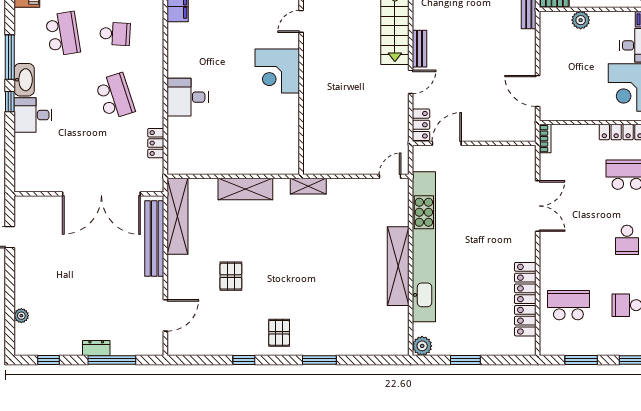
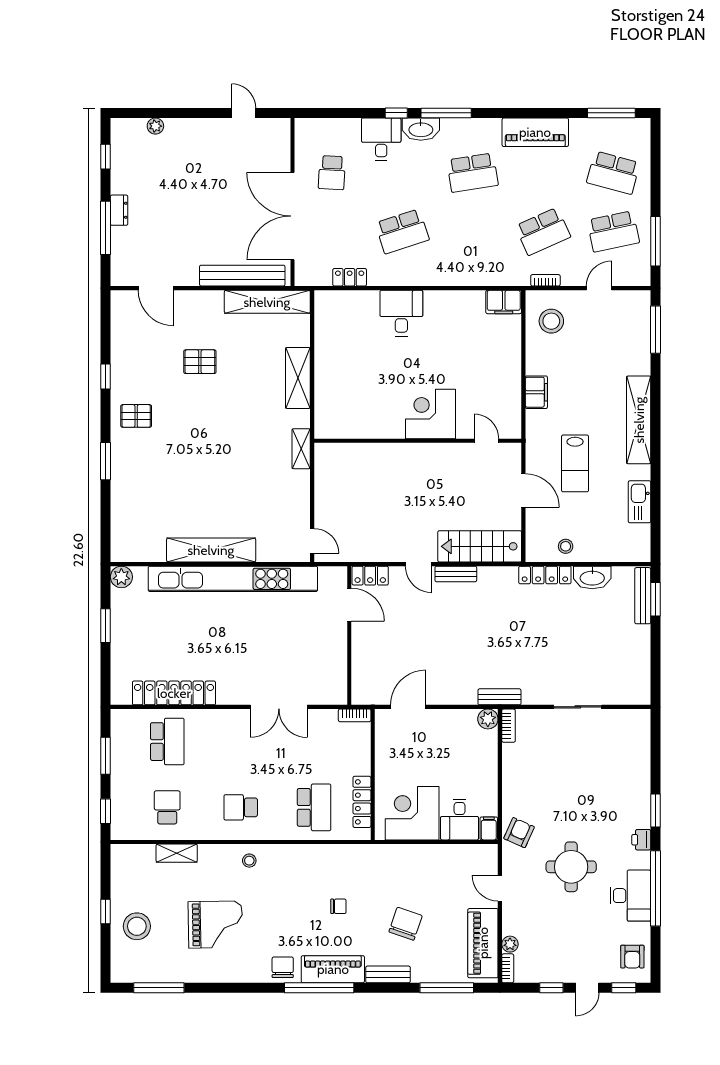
plant: (581, 20) -> (488, 719), moved
school desk: (115, 34) -> (332, 173), moved

